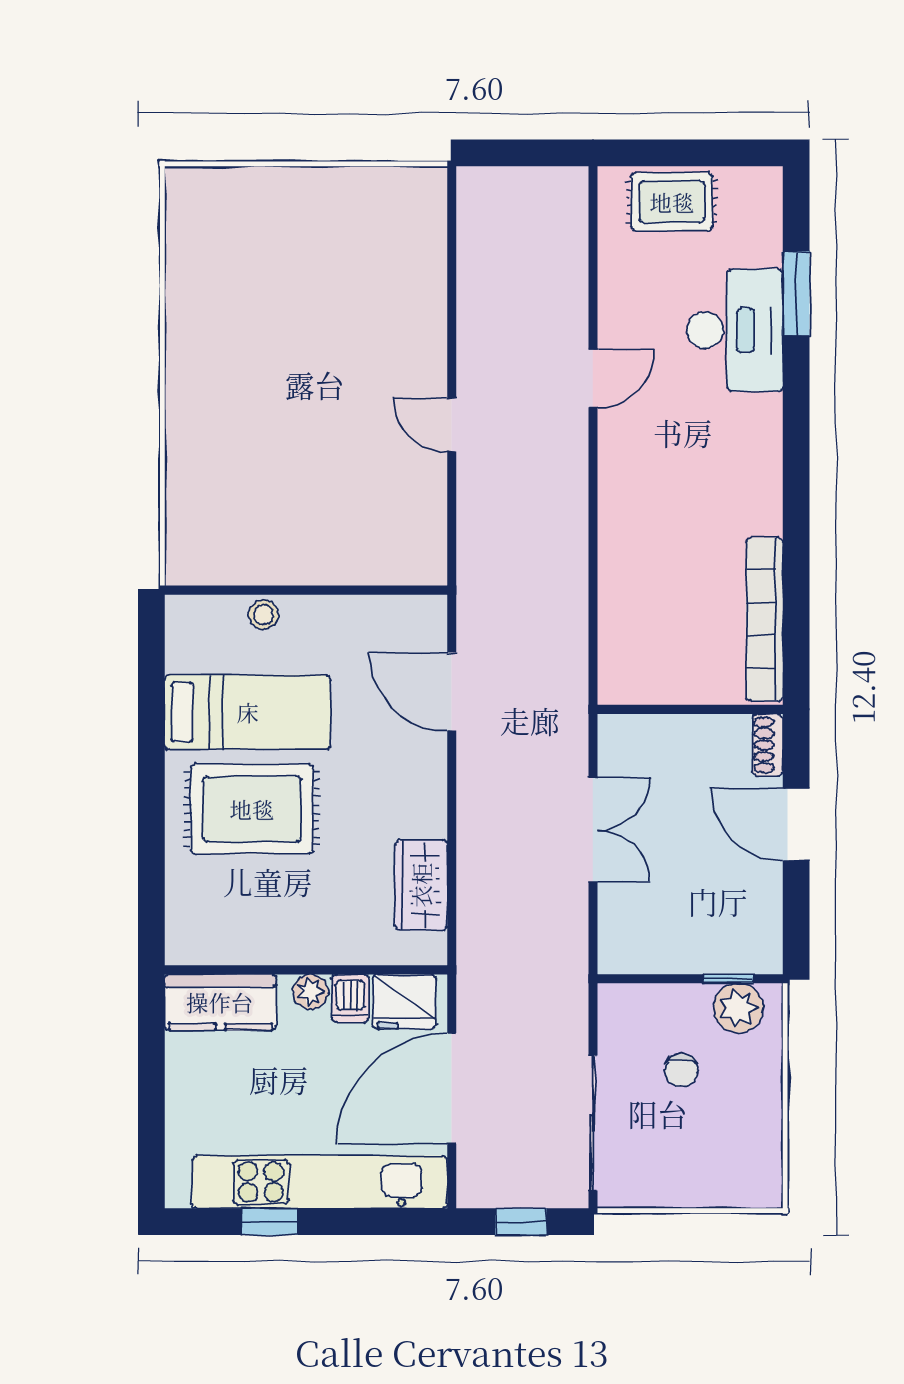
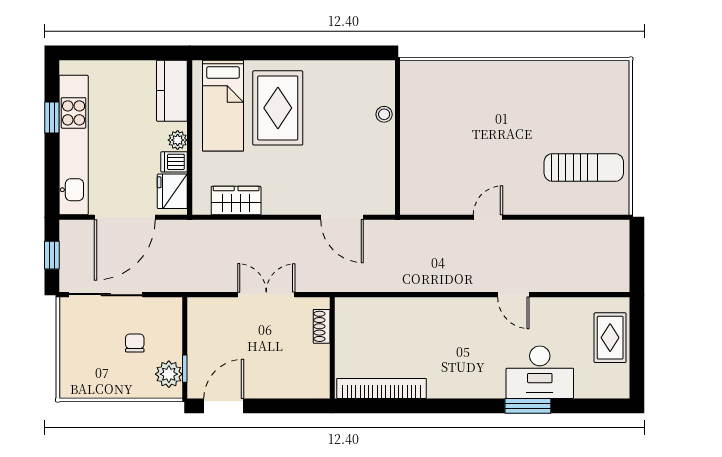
sun lounger: (361, 250) -> (584, 167), added
window: (796, 293) -> (528, 406), moved
door: (452, 692) -> (342, 217), swing flipped
bed: (248, 712) -> (223, 106), moved
shoe rack: (768, 745) -> (322, 326), moved, turned -90
door: (796, 824) -> (224, 406), moved
double door: (593, 830) -> (266, 295), swing flipped
chair: (681, 1070) -> (135, 343), turned 90
door: (452, 1088) -> (125, 217), swing flipped

